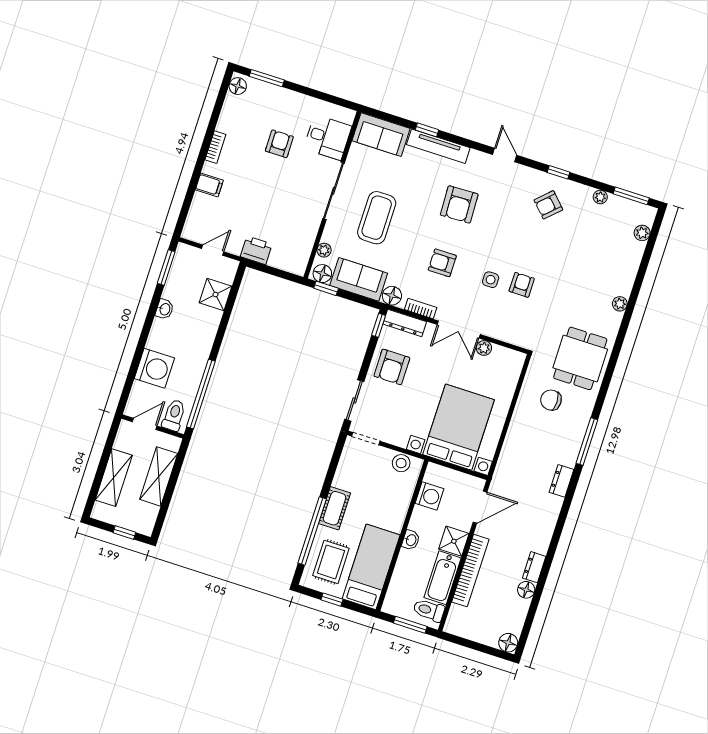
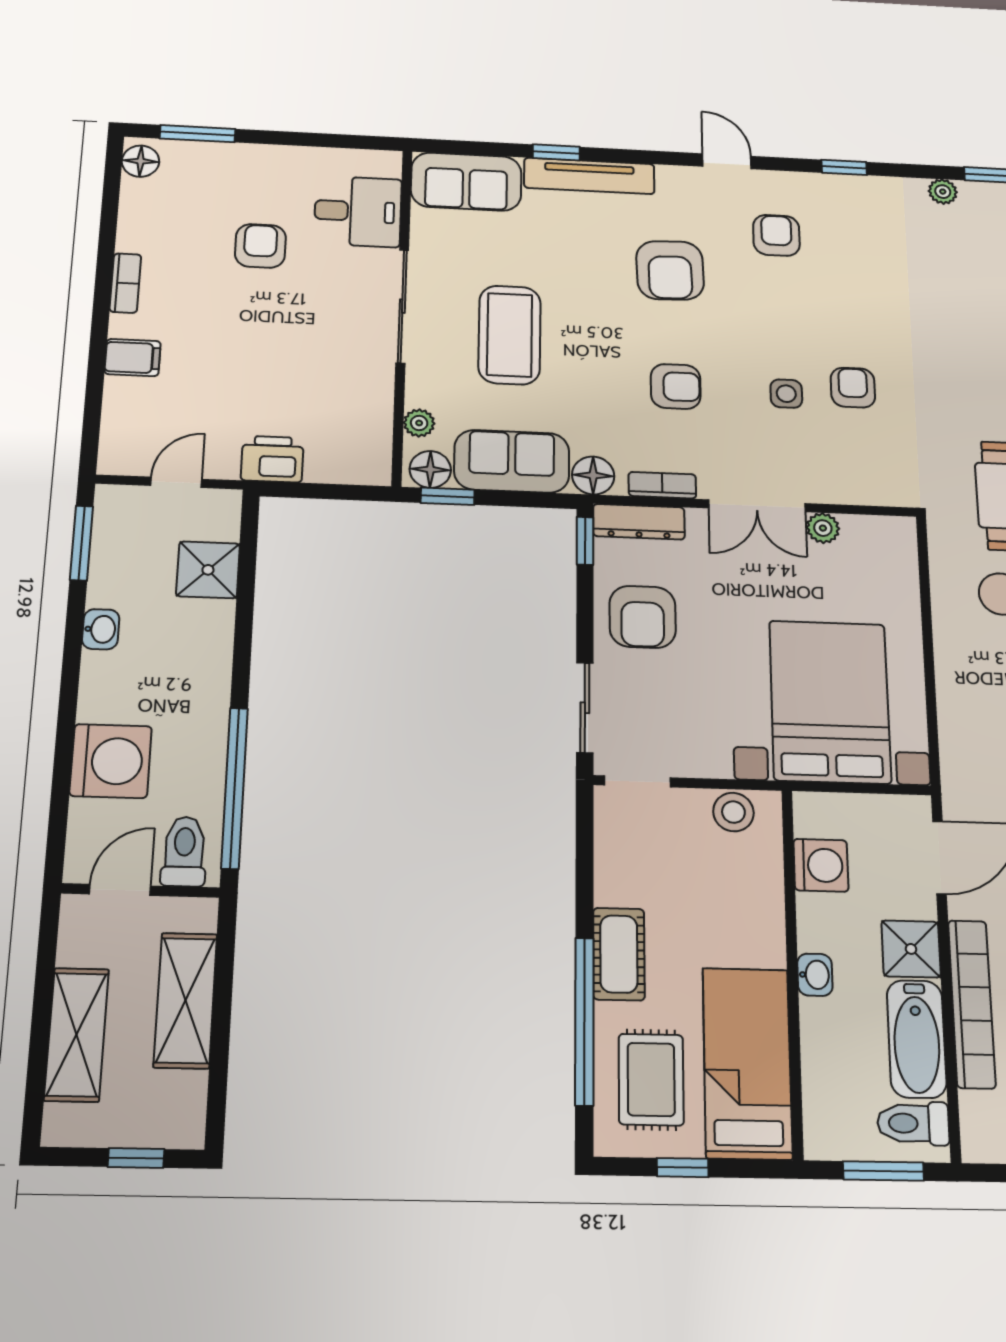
armchair: (548, 205) -> (776, 235), moved, turned 134
armchair: (442, 263) -> (676, 386), turned 180

